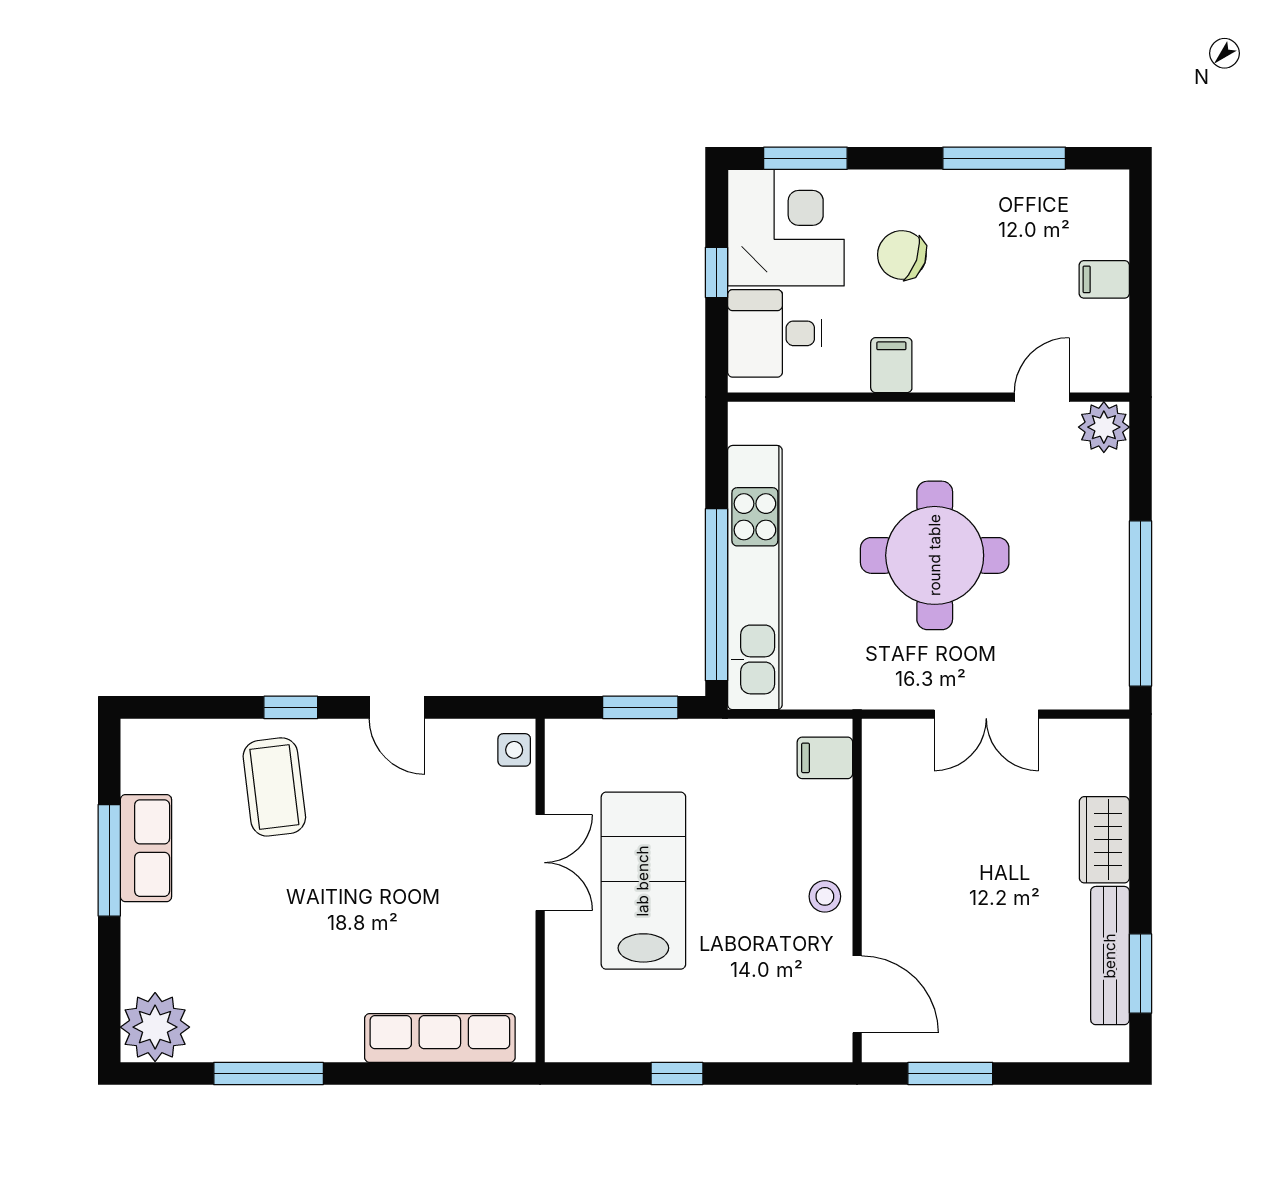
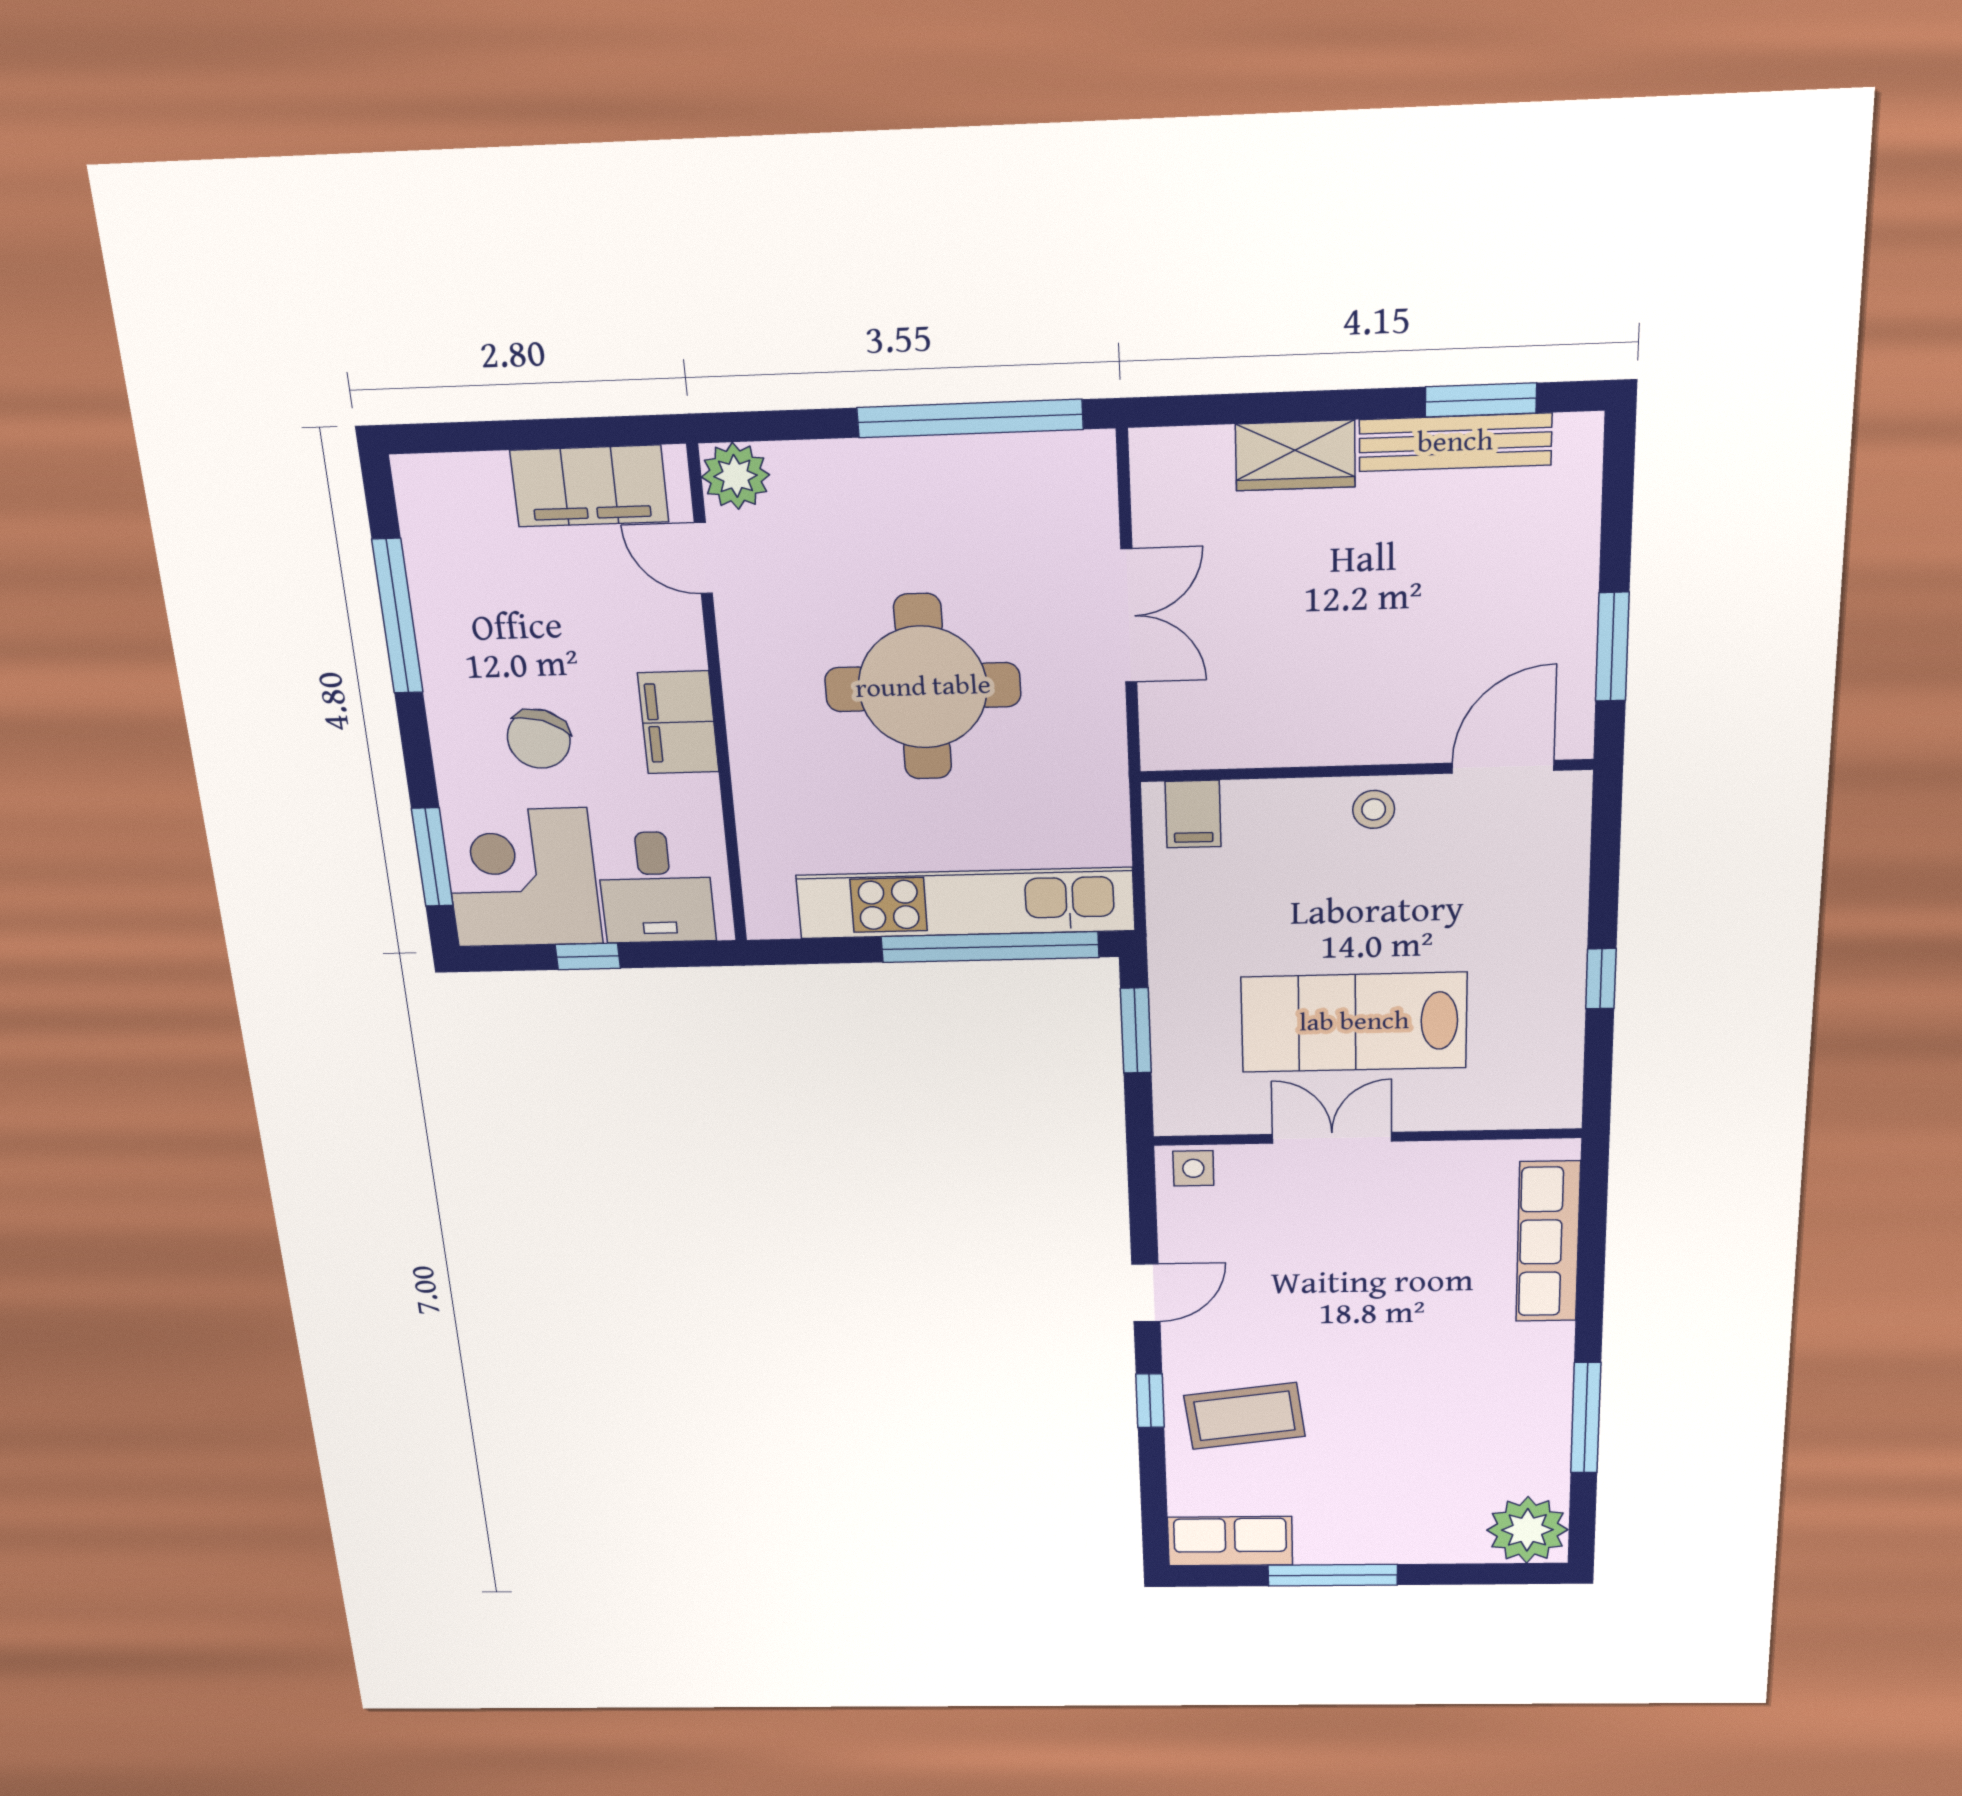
filing cabinet: (1104, 279) -> (589, 486), width x3.00, depth x1.17
filing cabinet: (891, 365) -> (678, 722), width x2.00
row of seats: (146, 848) -> (1230, 1541), moved

